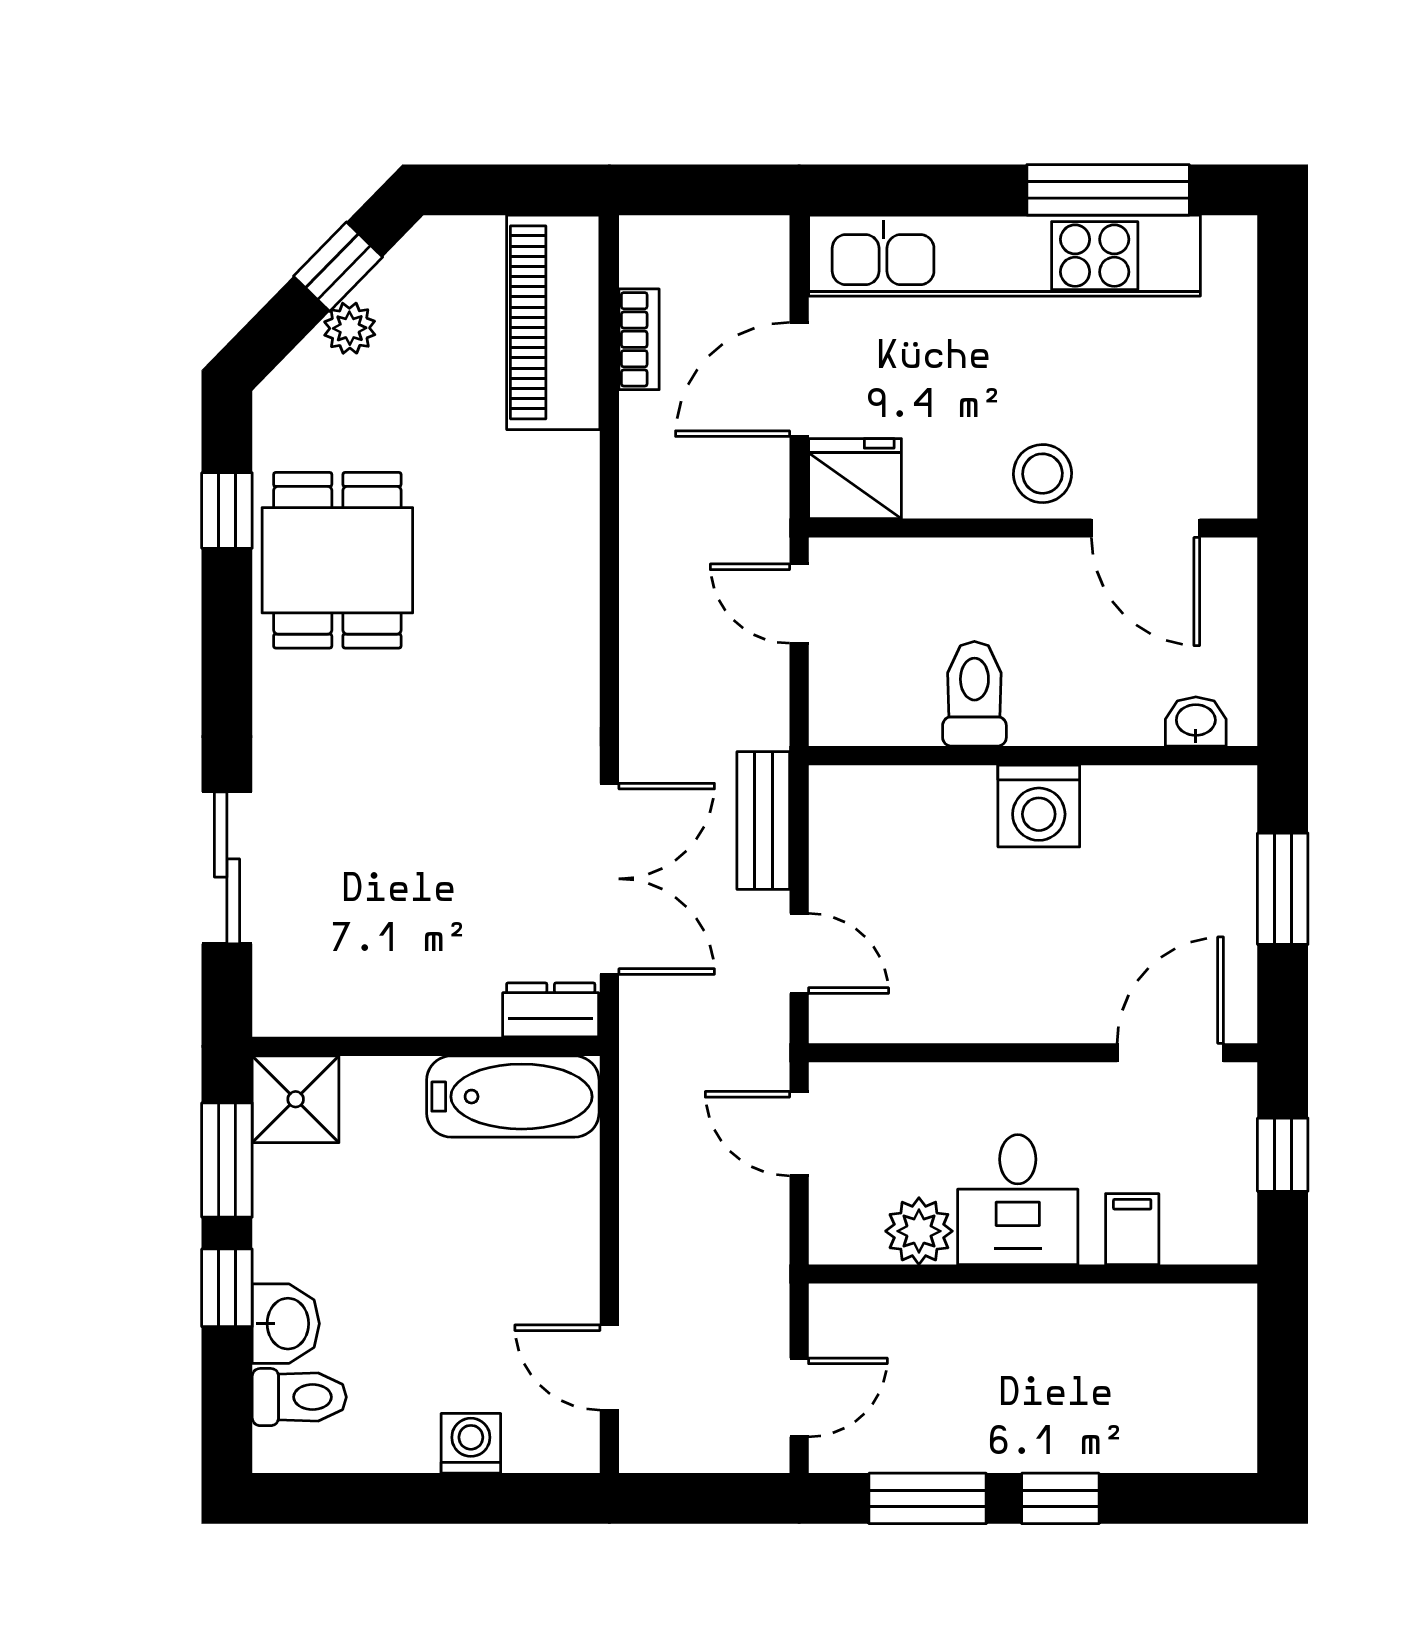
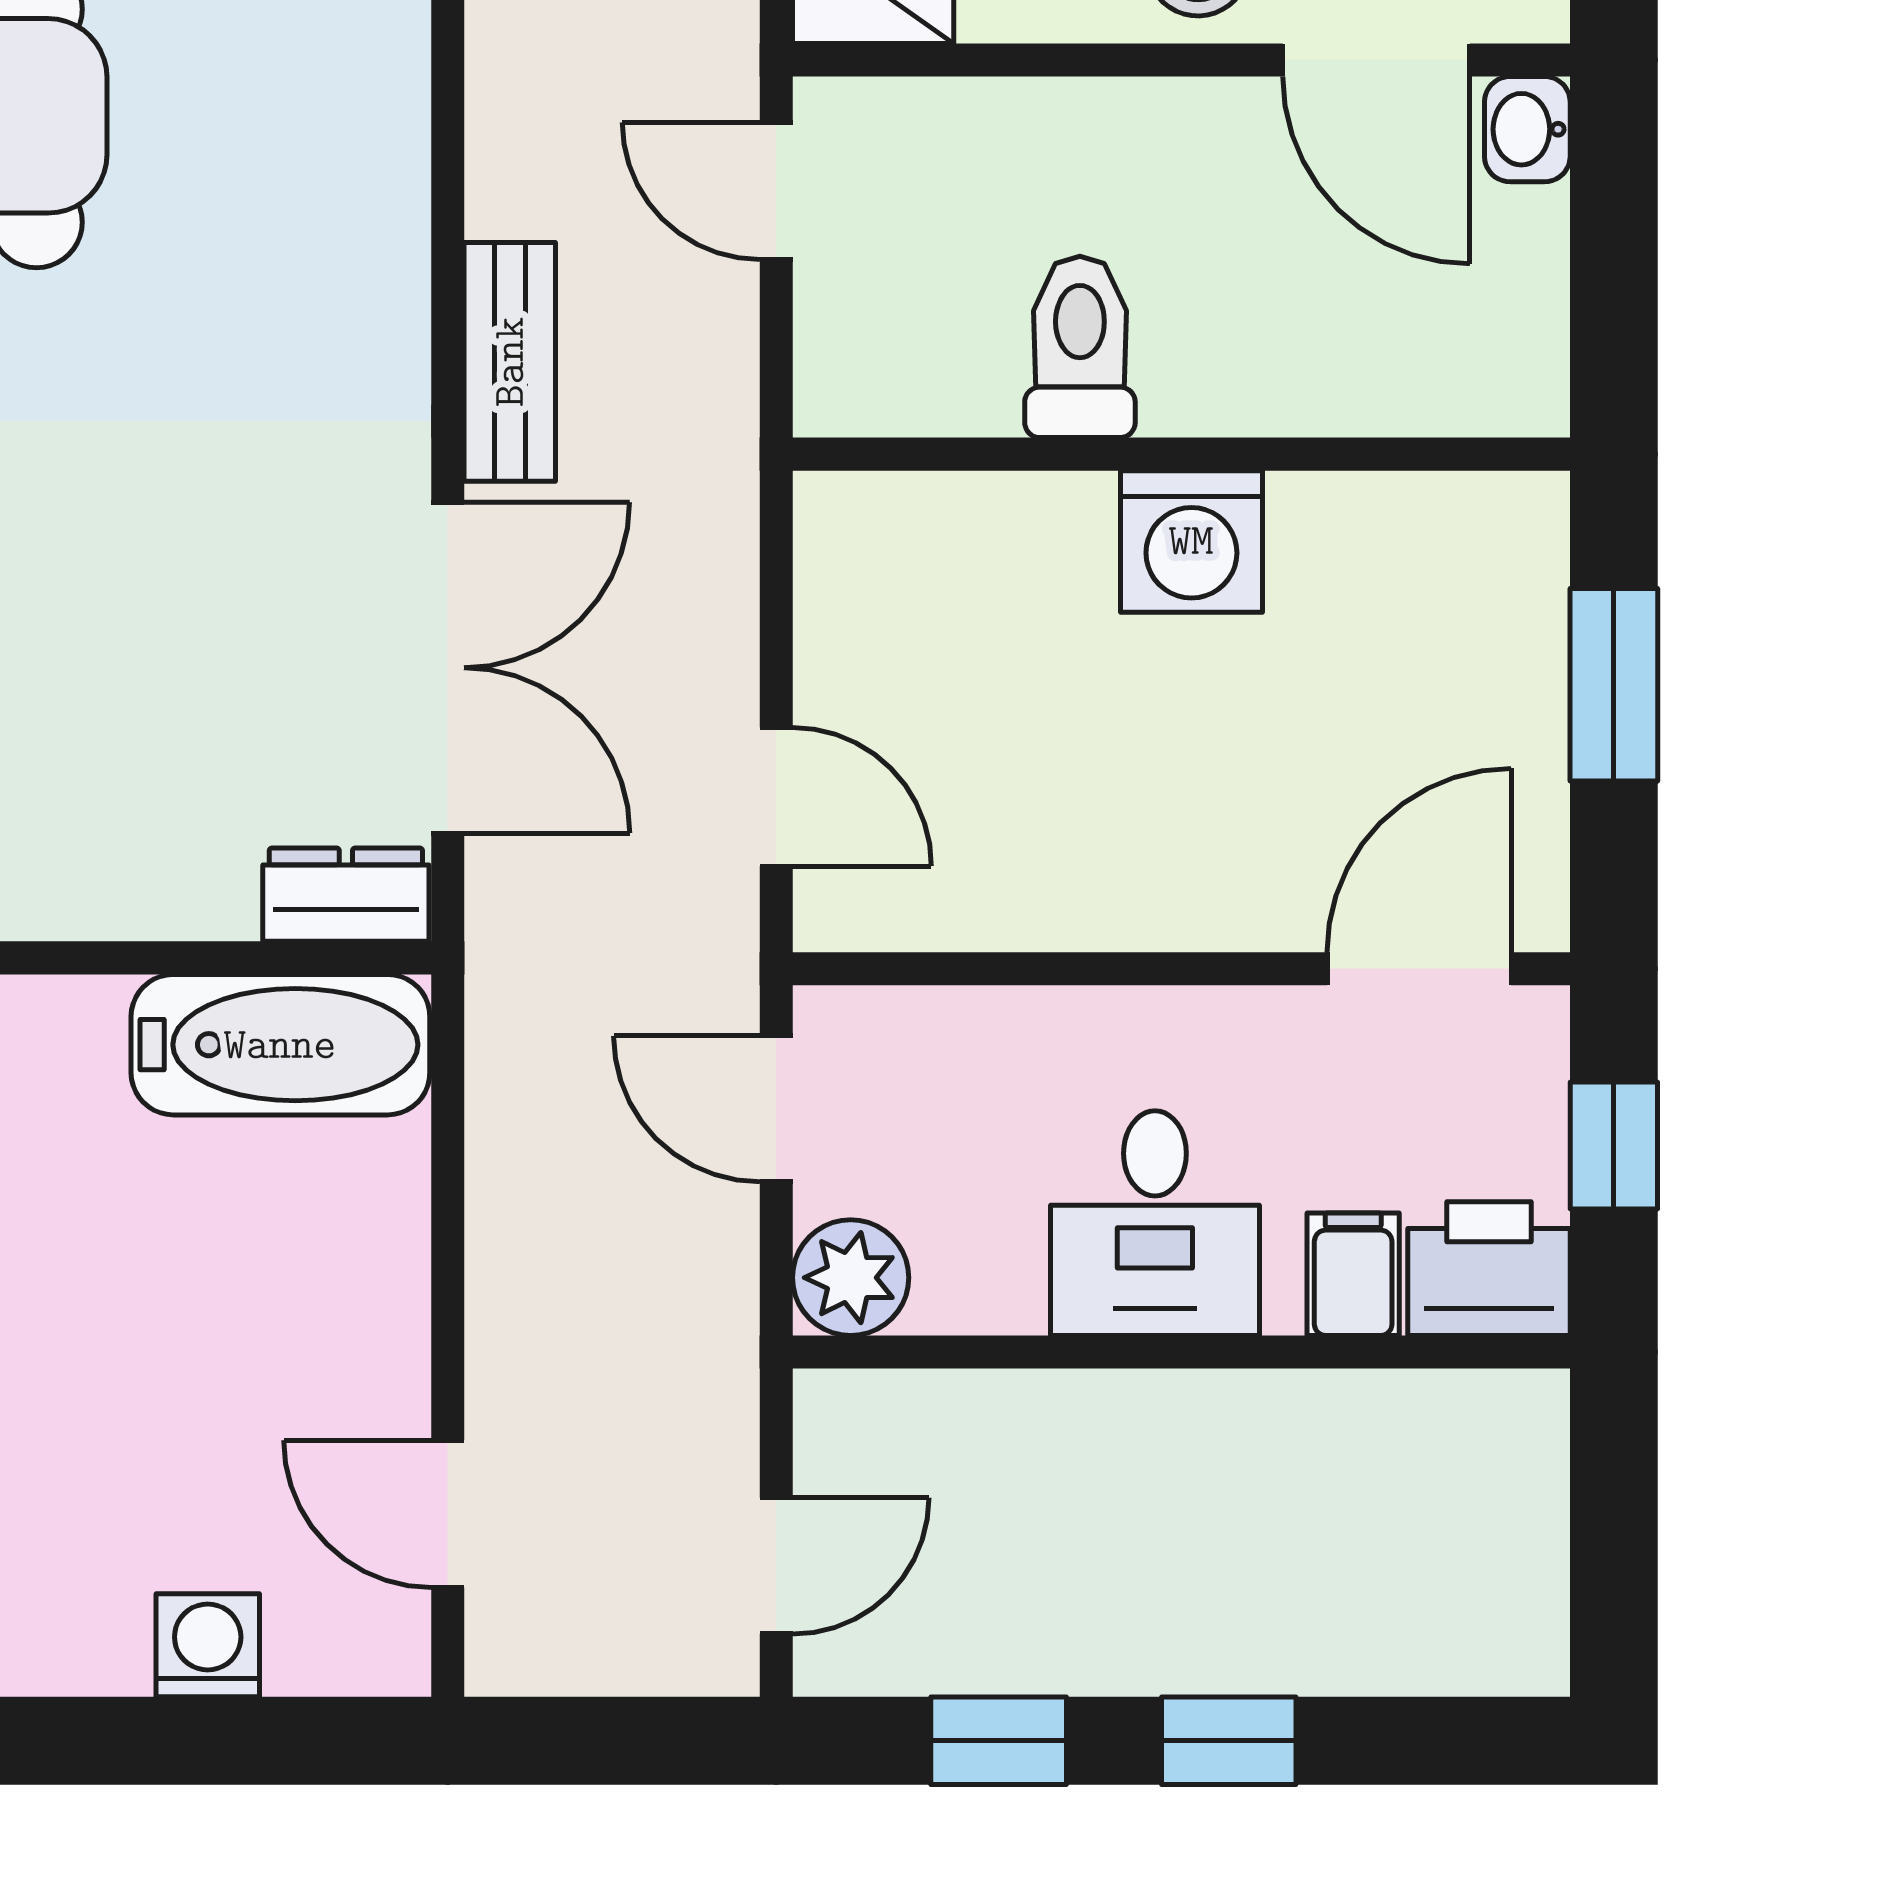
washbasin: (1196, 721) -> (1527, 129), moved, turned -90
bench: (763, 820) -> (510, 362), moved
printer: (1211, 1226) -> (1489, 1269), added
plant: (919, 1231) -> (851, 1278), moved
window: (928, 1498) -> (999, 1741), width x0.67

